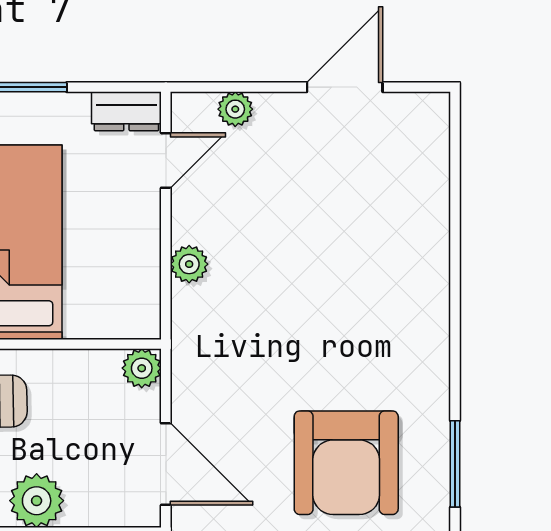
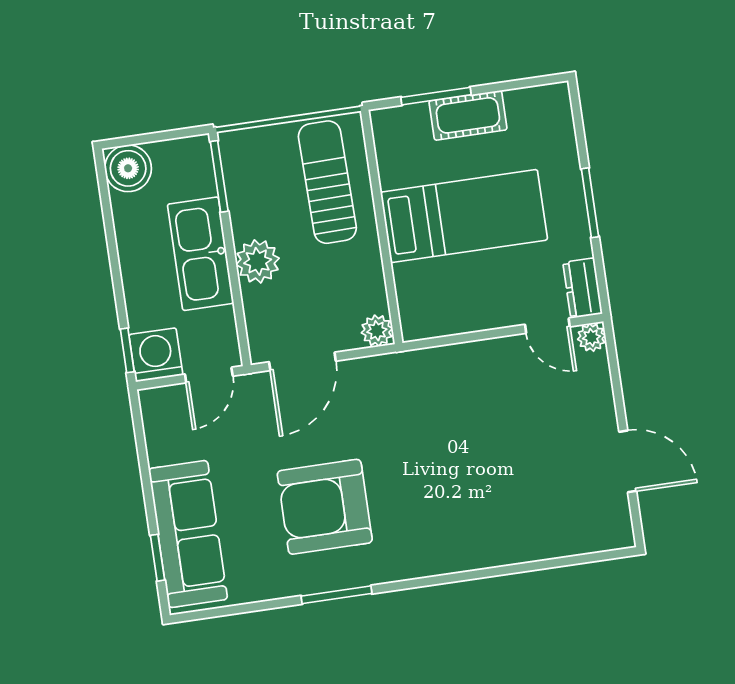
plant: (235, 109) -> (591, 337), moved
plant: (189, 264) -> (467, 357), removed

